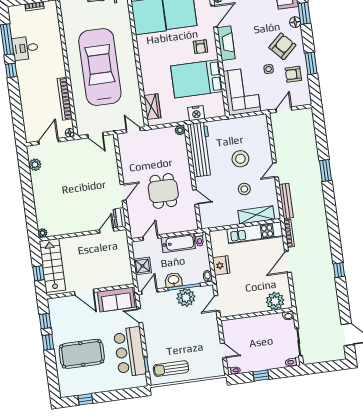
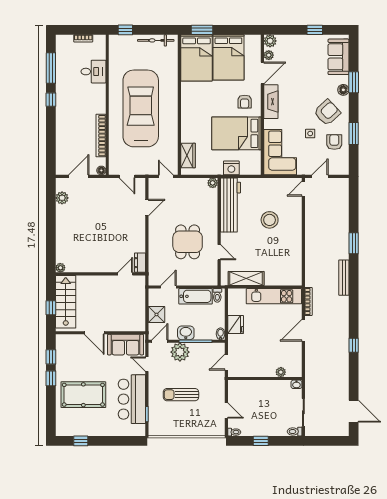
desk: (25, 48) -> (93, 72), moved, turned 180
armchair: (293, 74) -> (334, 142), turned 90
door: (275, 170) -> (303, 189), moved
stool: (244, 189) -> (269, 251), removed
door: (123, 192) -> (147, 208), moved
bench: (286, 201) -> (344, 278), moved
shelving: (256, 215) -> (246, 279), moved
plant: (186, 297) -> (180, 352), moved
plant: (275, 301) -> (281, 372), width x0.53, depth x0.53
sun lounger: (171, 369) -> (181, 395), moved

